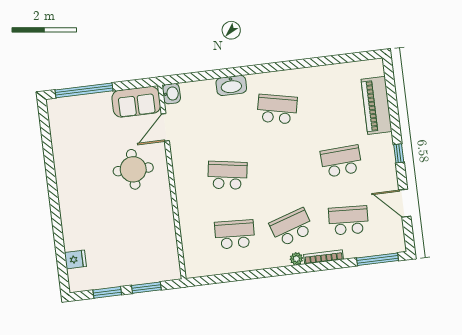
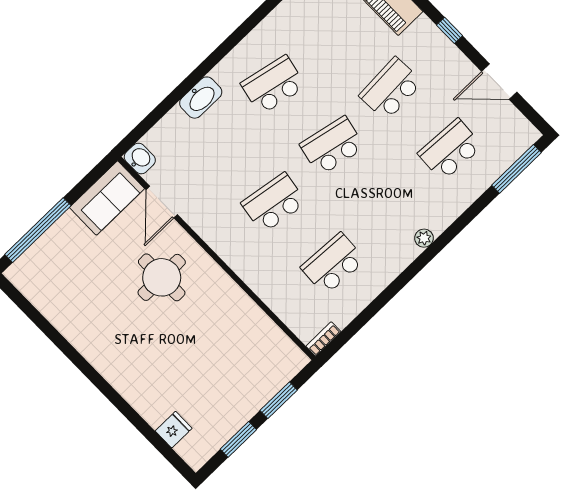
school desk: (292, 227) -> (332, 146), moved, turned 30
bookcase: (323, 257) -> (323, 339), moved, width x0.64

